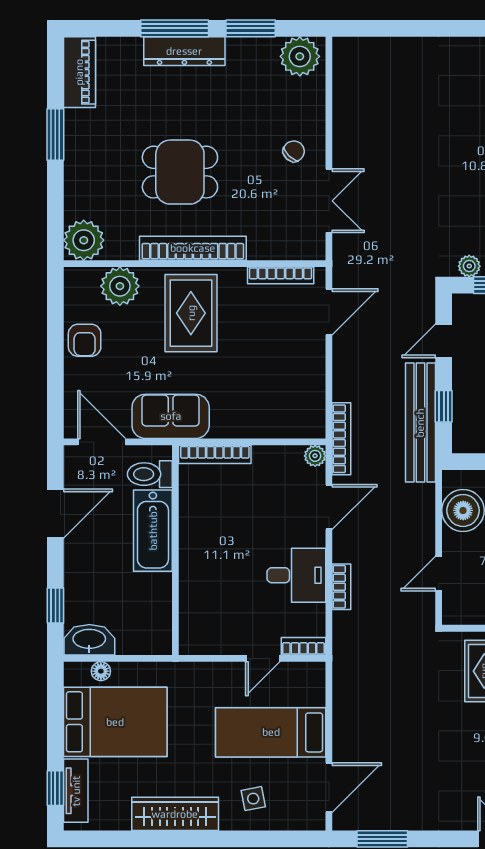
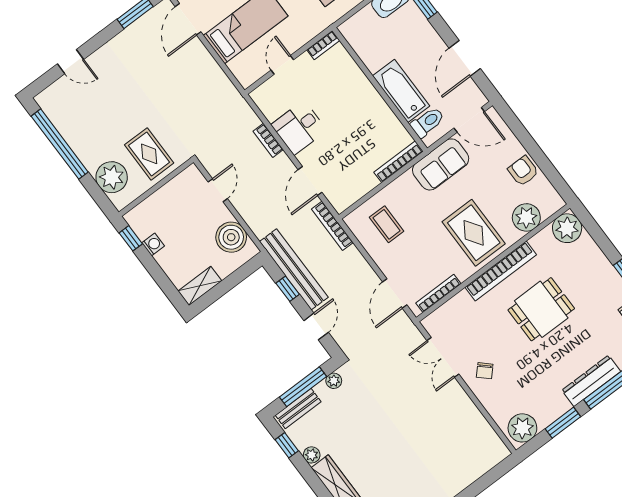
coffee table: (280, 395) -> (387, 224), added
plant: (315, 456) -> (340, 204), removed
bookcase: (303, 646) -> (323, 45), moved

